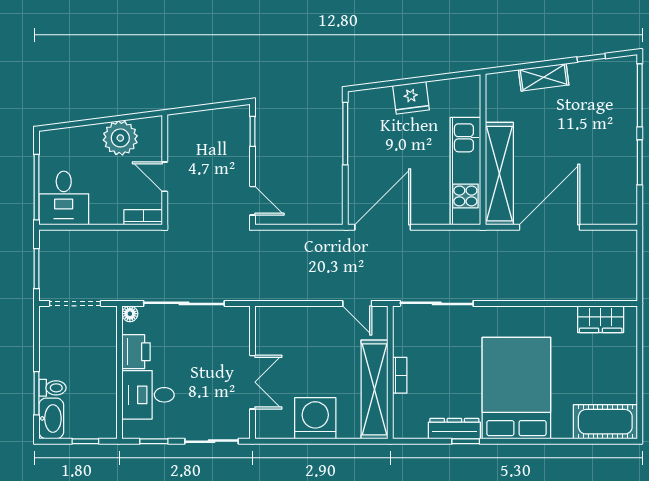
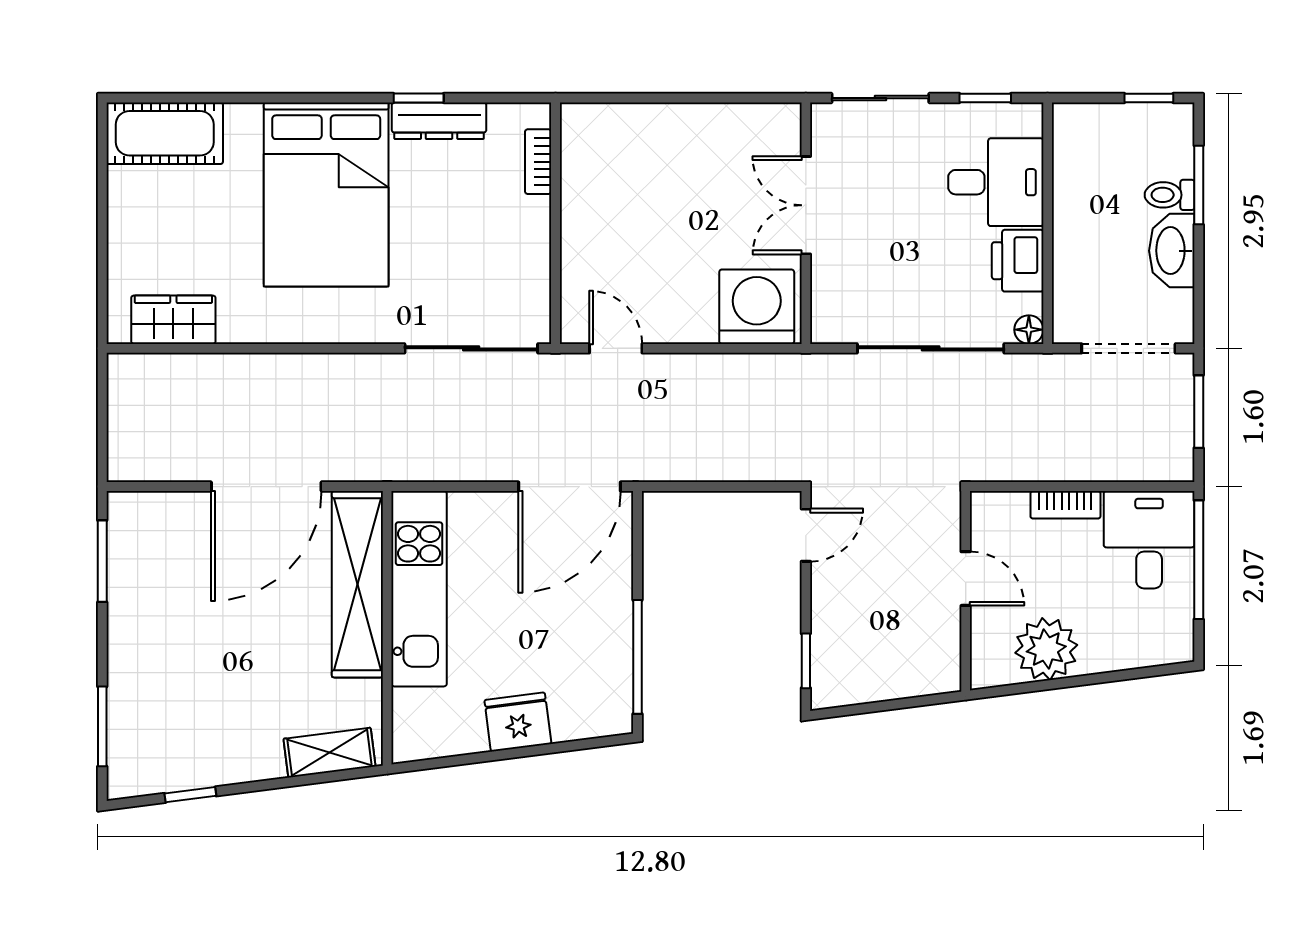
shelving: (544, 77) -> (330, 753), moved
window: (640, 95) -> (102, 726), width x0.69
window: (640, 162) -> (102, 561), moved
door: (253, 201) -> (806, 535), swing flipped
bookcase: (143, 217) -> (1065, 505), moved
bookcase: (400, 375) -> (538, 162), moved
shelving: (374, 389) -> (584, 192), removed
washbasin: (51, 418) -> (1172, 251), moved
washing machine: (315, 418) -> (757, 307), moved, turned 180
window: (85, 441) -> (1149, 98), moved

